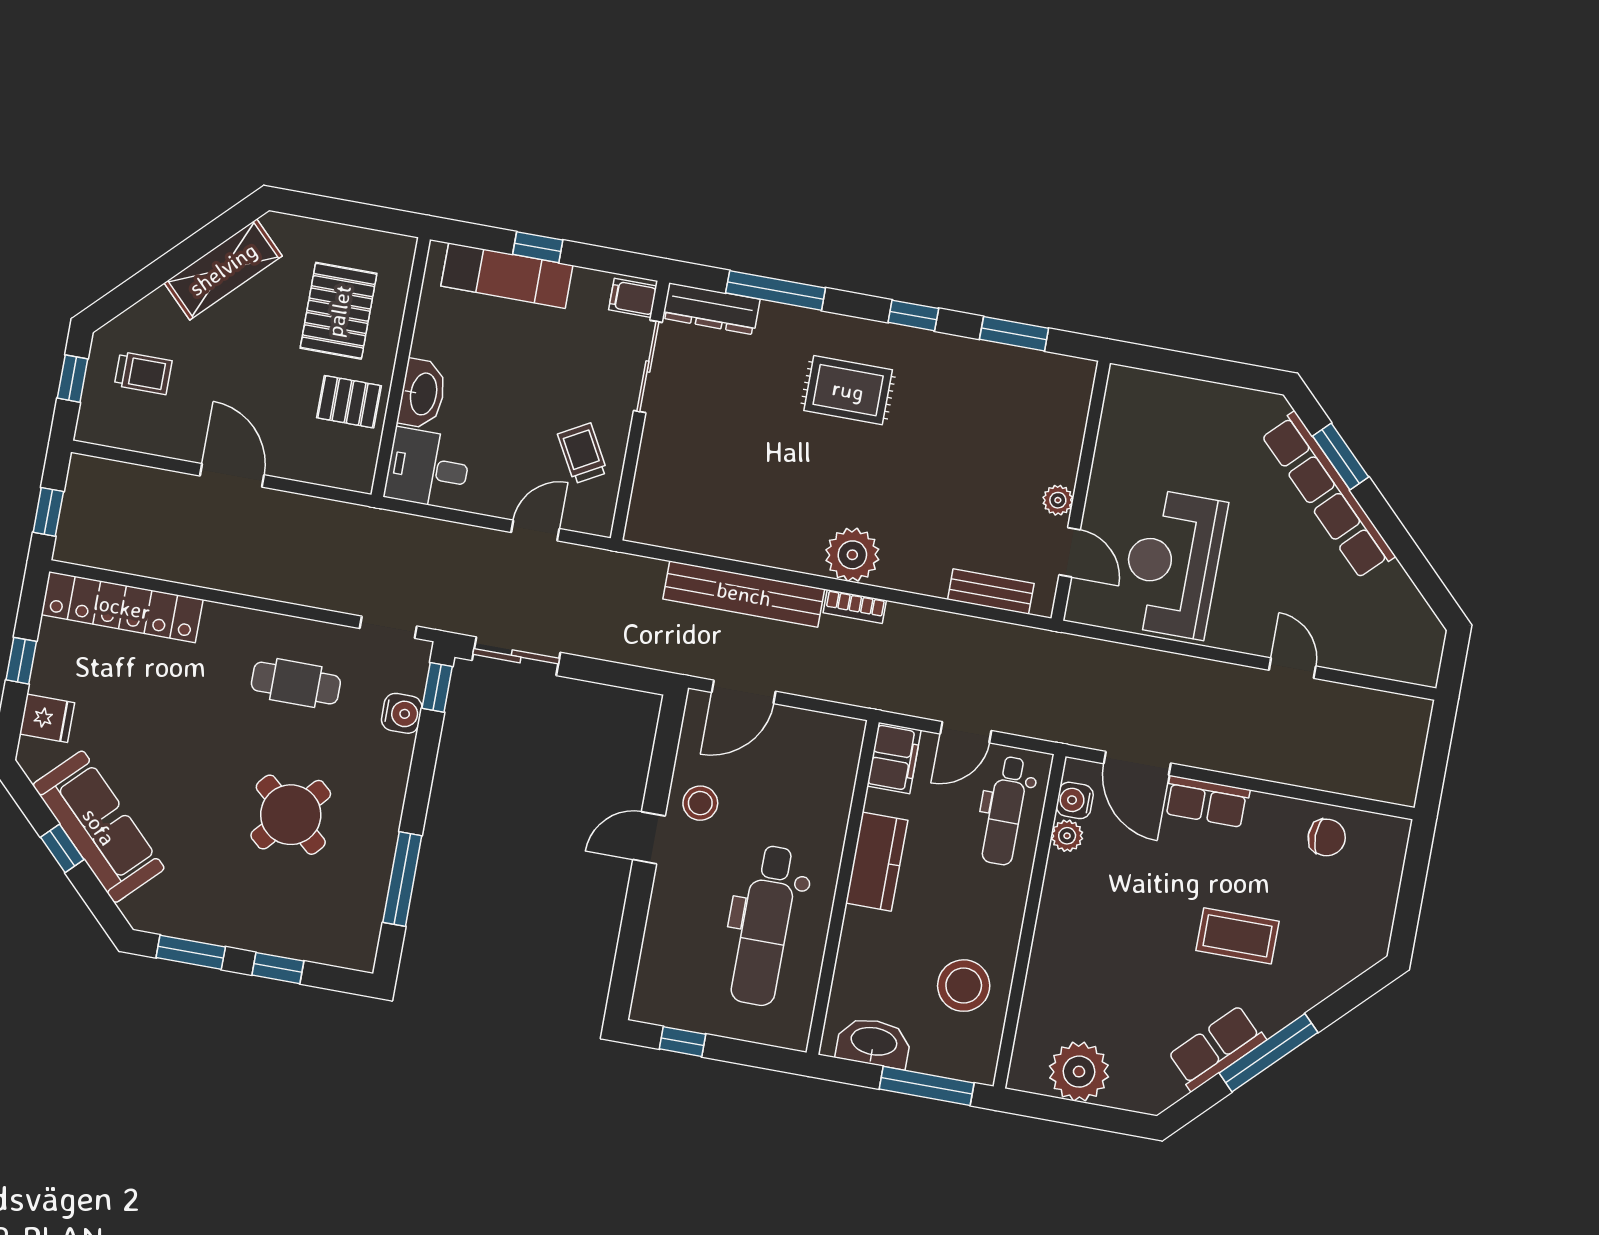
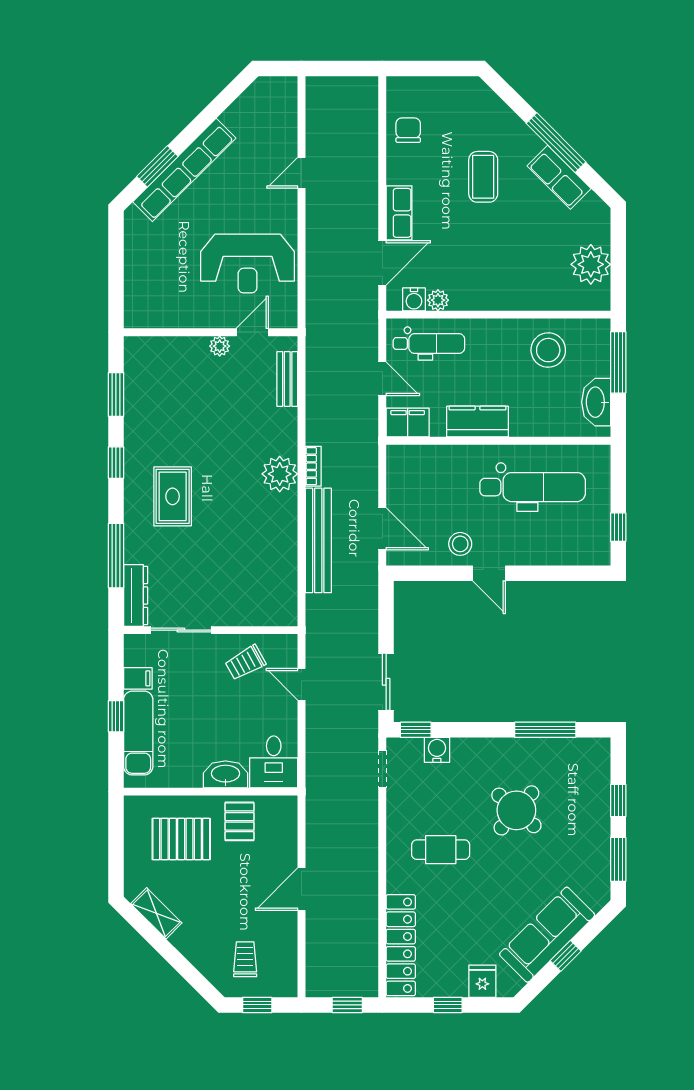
shelving: (223, 269) -> (156, 913), width x0.67, depth x0.75
filing cabinet: (633, 298) -> (138, 678), moved, turned -90
cafe table: (296, 683) -> (441, 850), moved, turned 90

